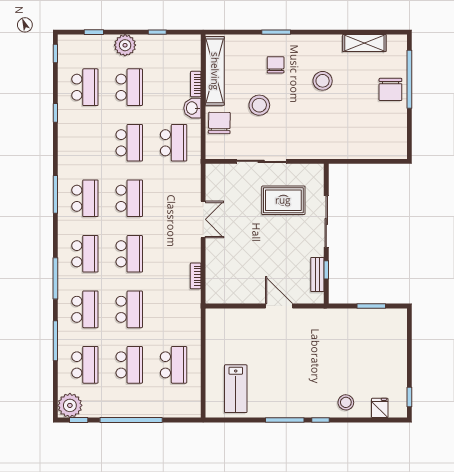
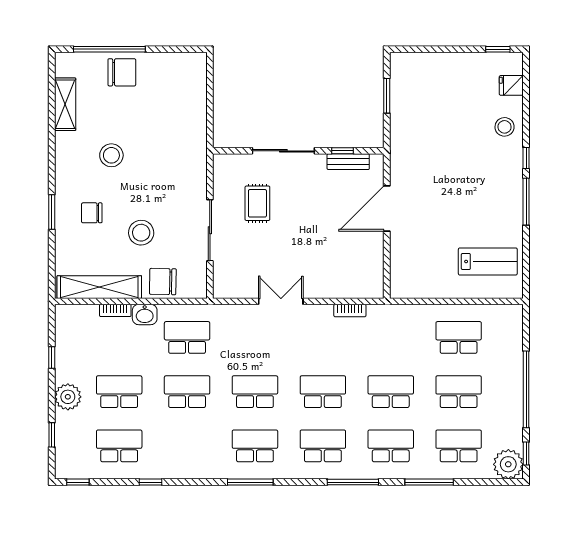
rug: (283, 200) -> (257, 203), width x0.73, depth x0.70
door: (279, 306) -> (387, 209), width x1.36

